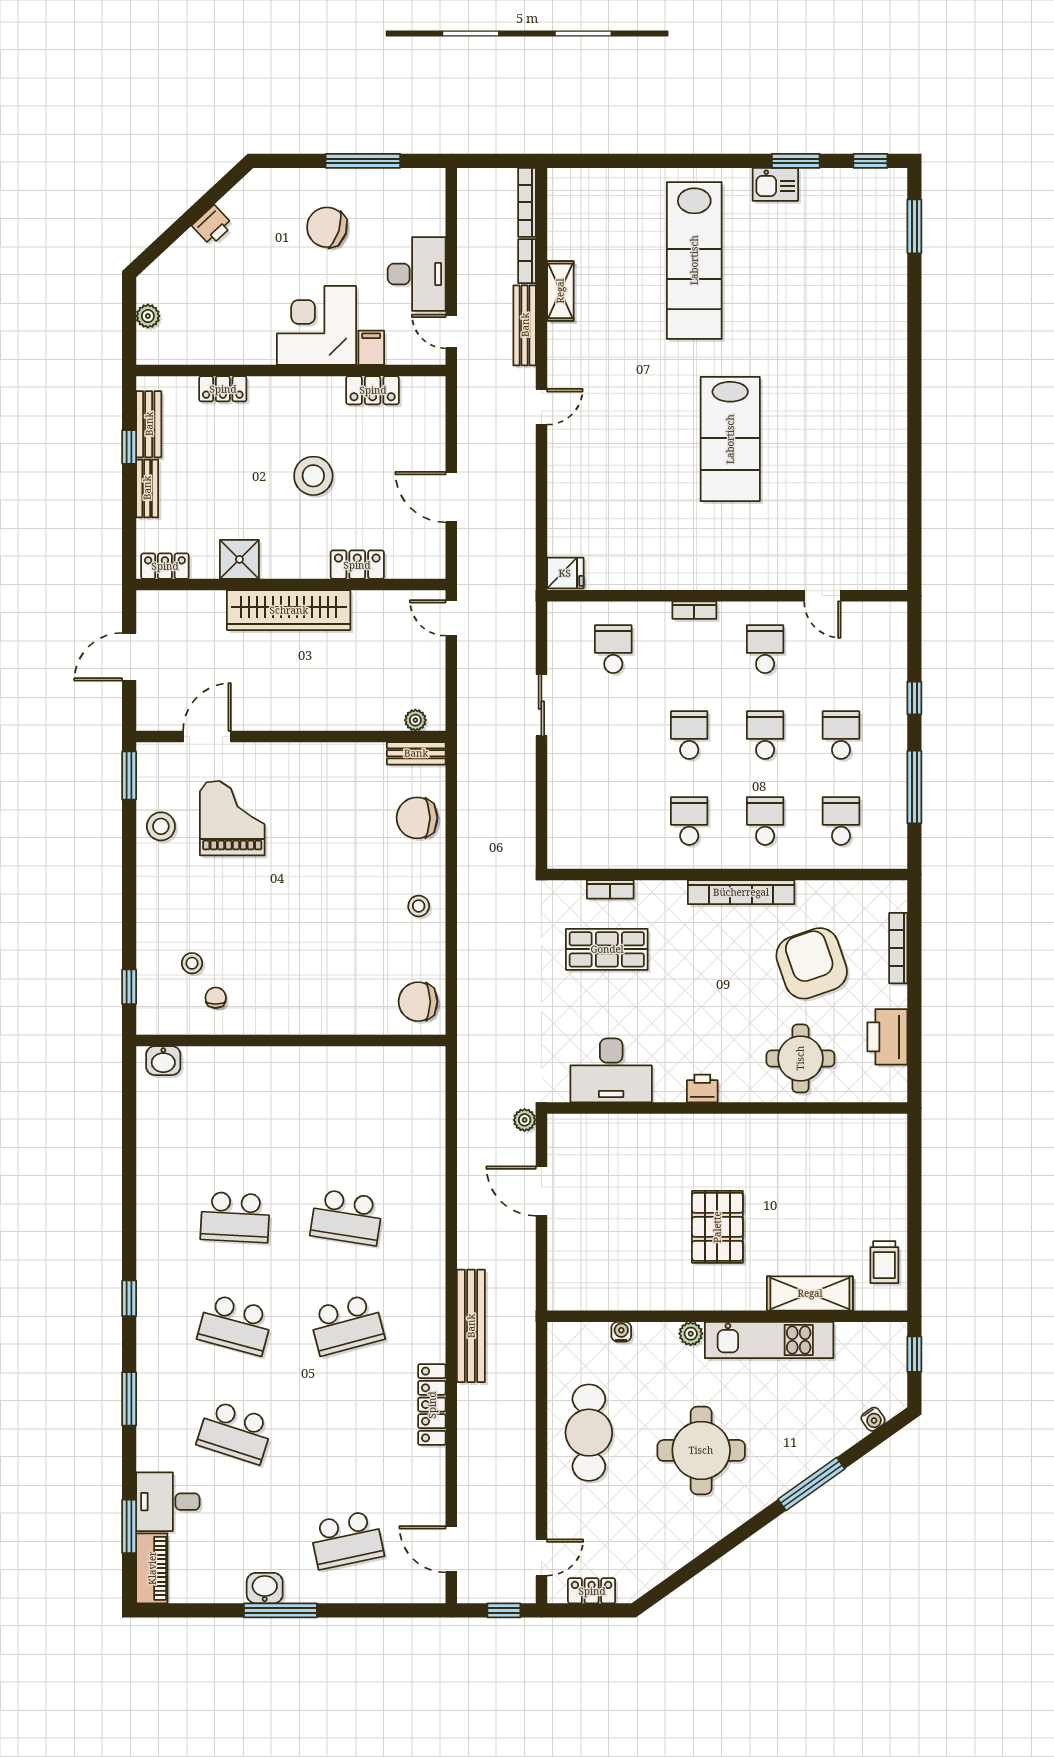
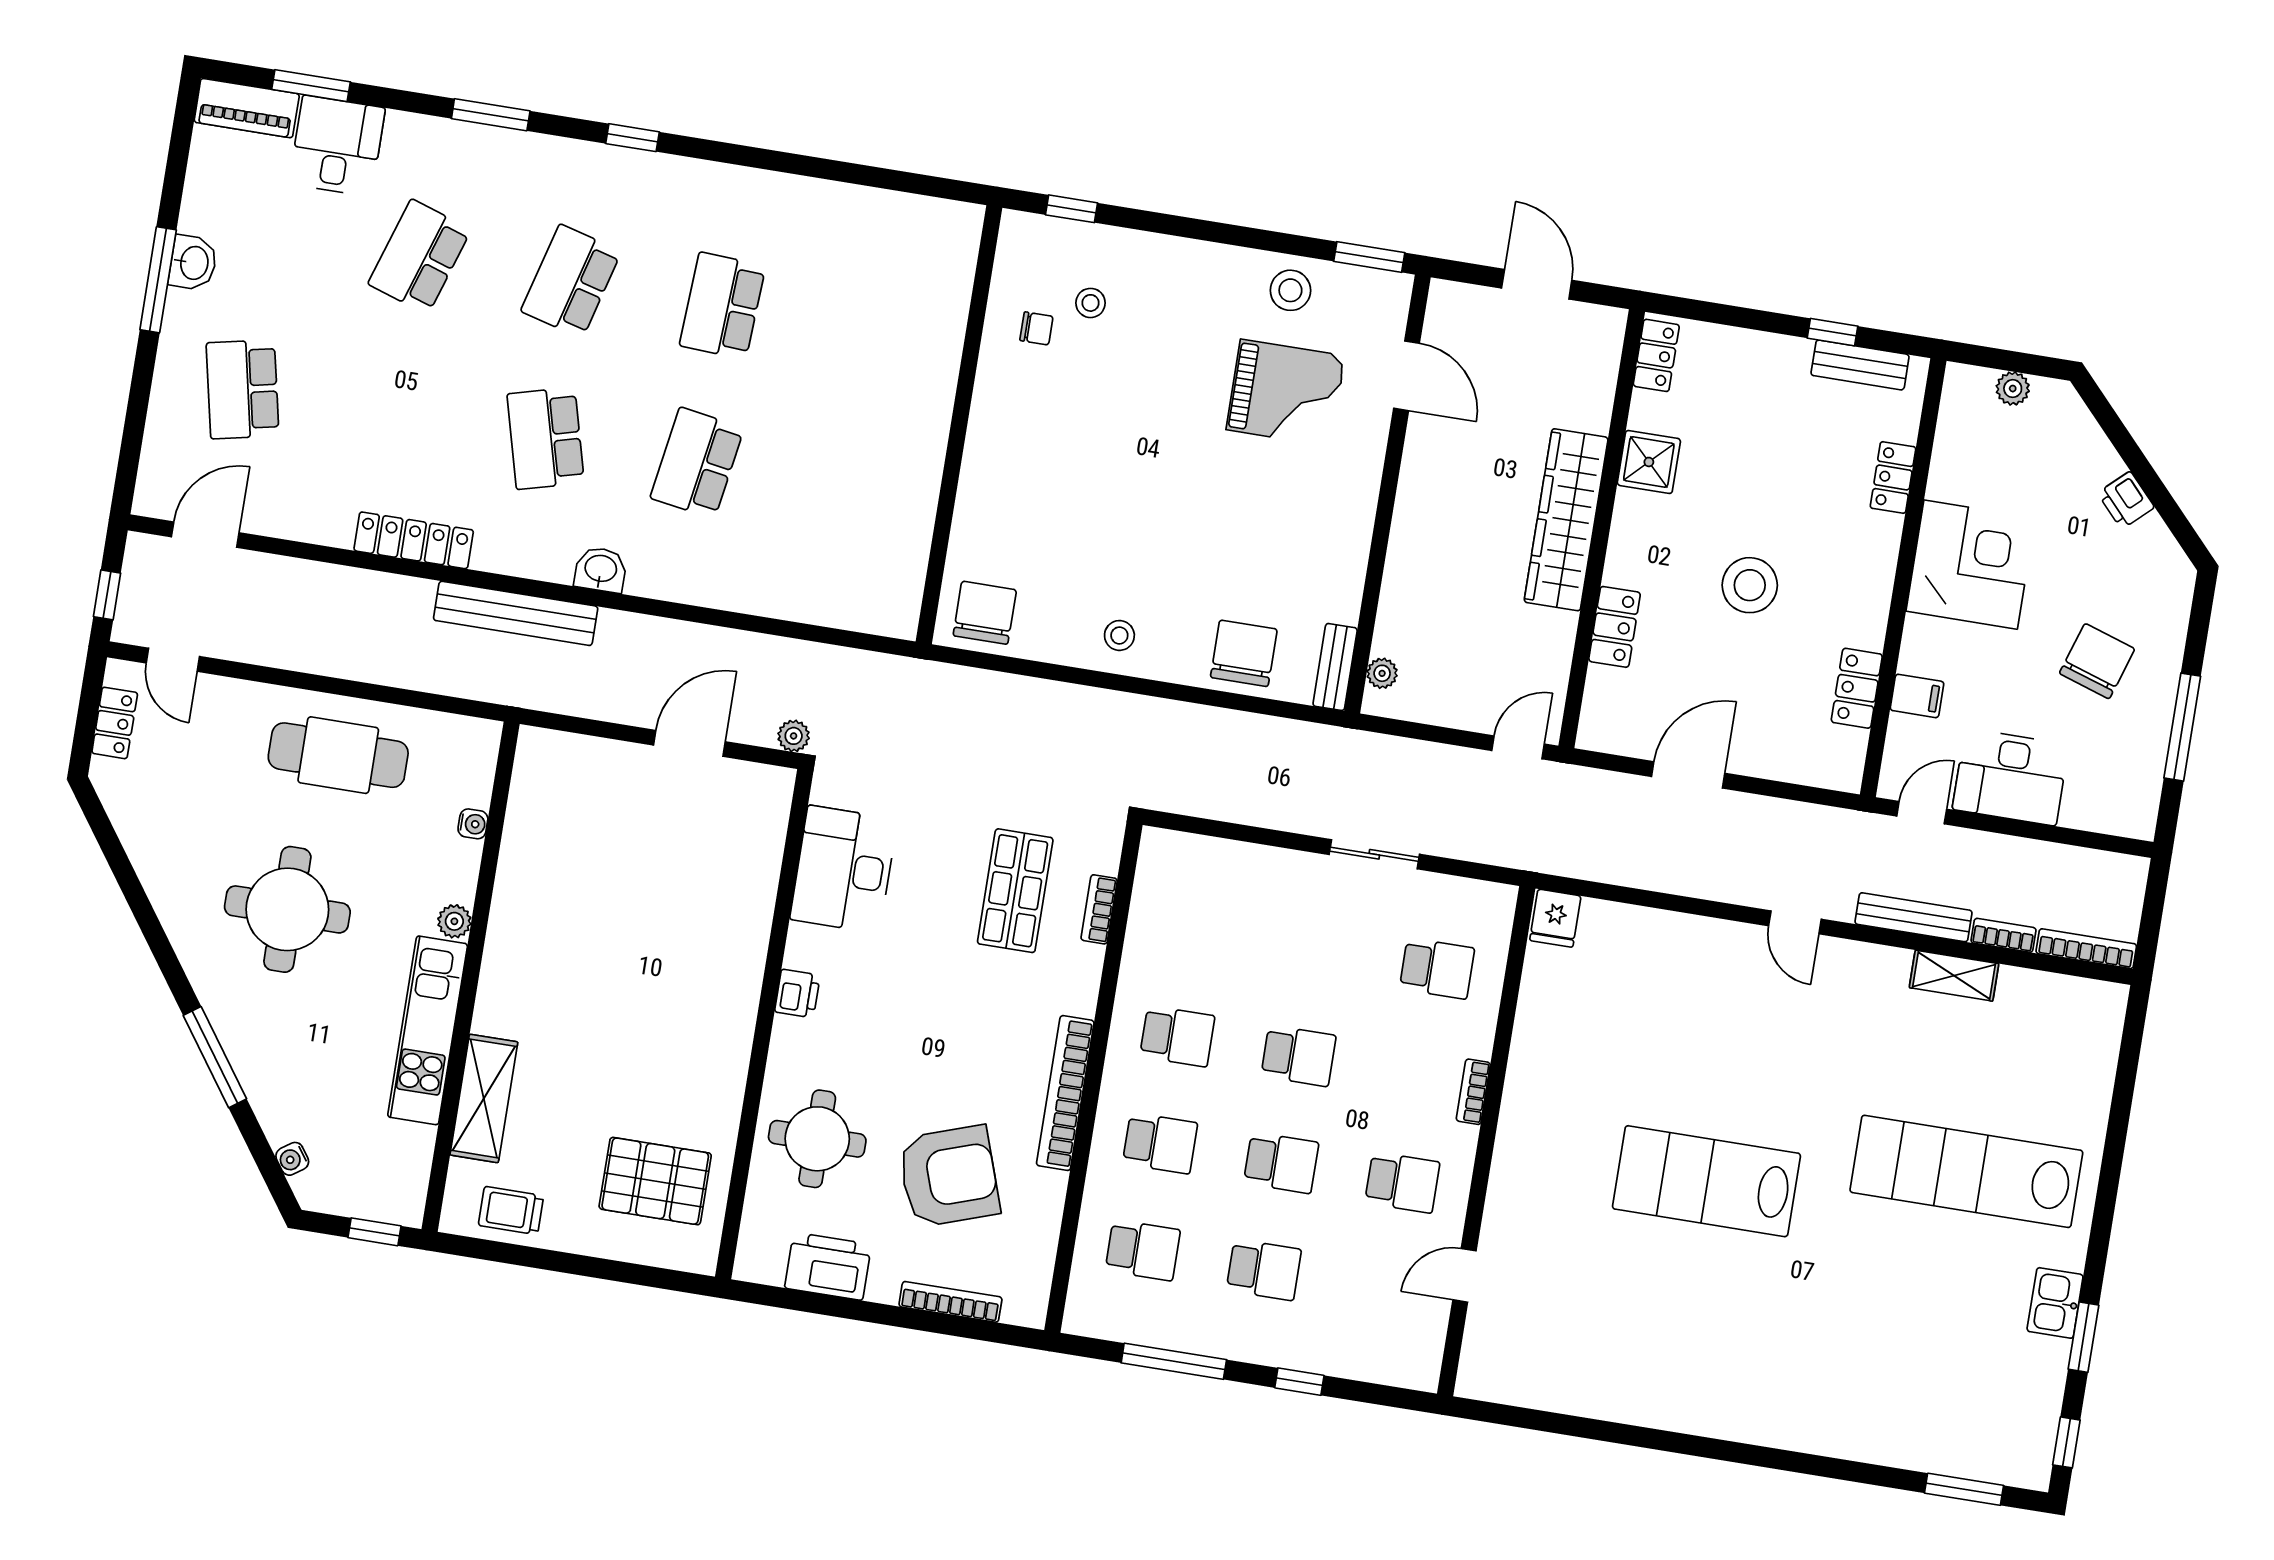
corner desk: (316, 325) -> (1971, 565), moved
bench: (147, 488) -> (1770, 348), removed
washbasin: (163, 1061) -> (601, 570), moved, turned 90
pallet: (717, 1227) -> (655, 1181), moved

